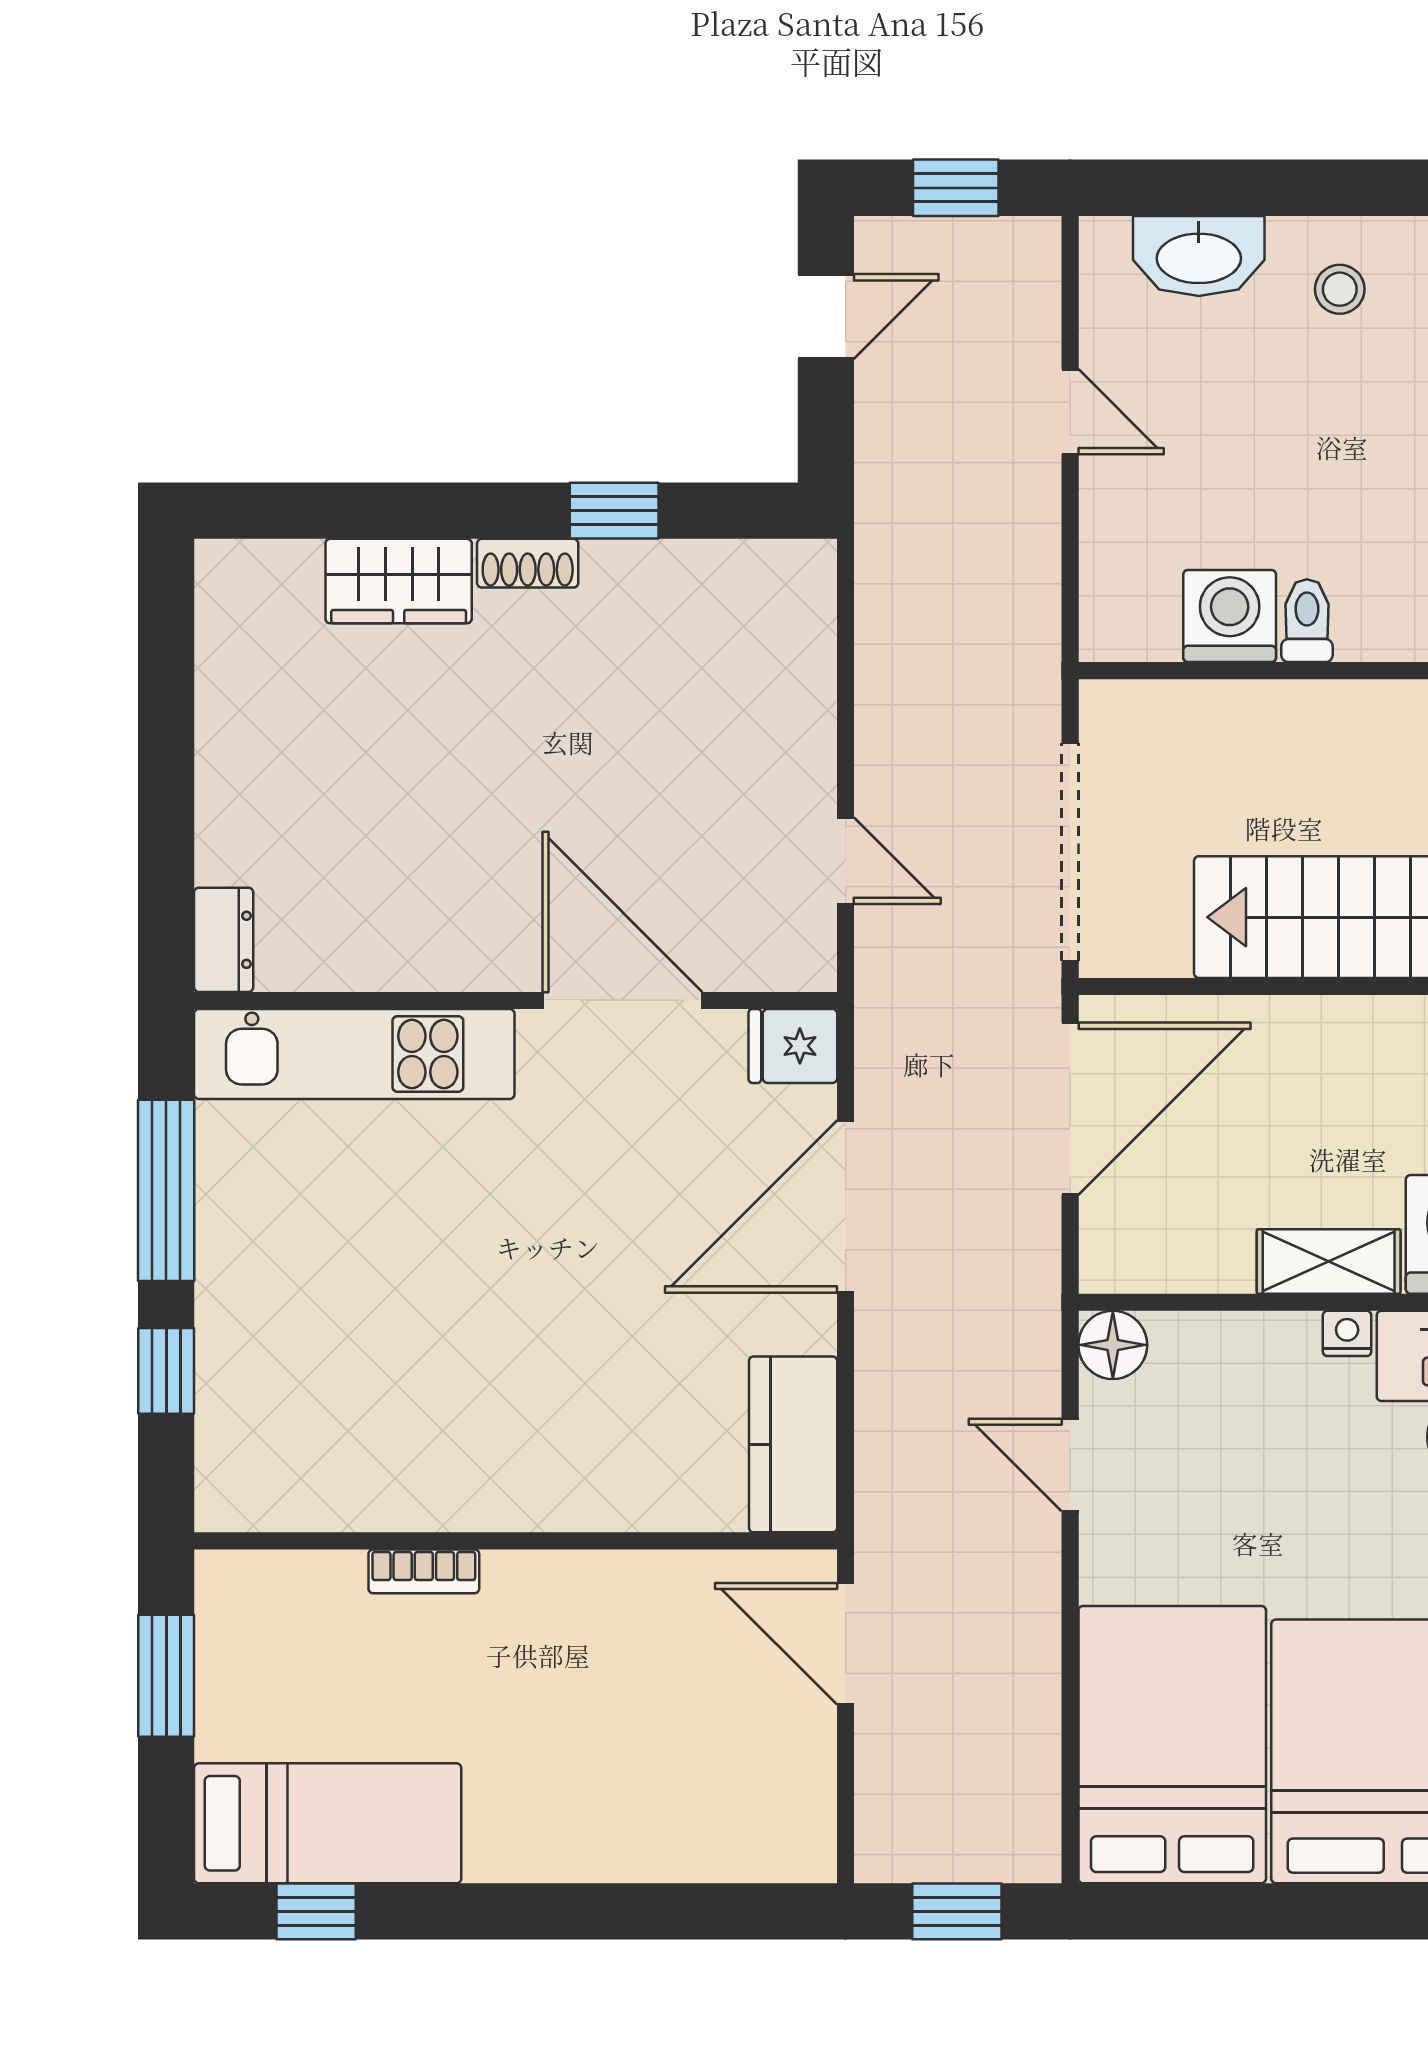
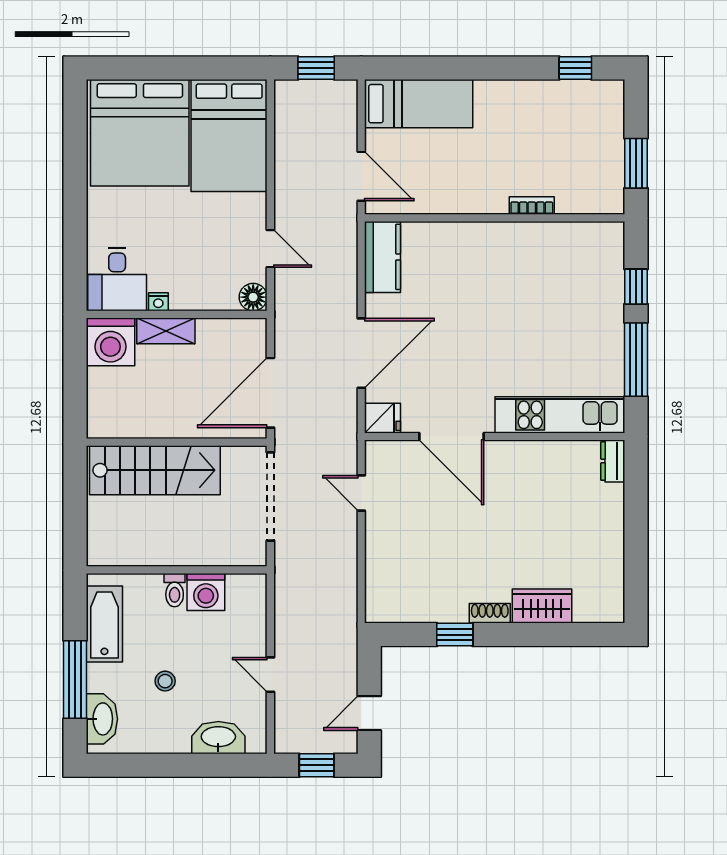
stool: (1340, 289) -> (165, 681), moved
bed: (328, 1823) -> (419, 104), moved, turned 180

